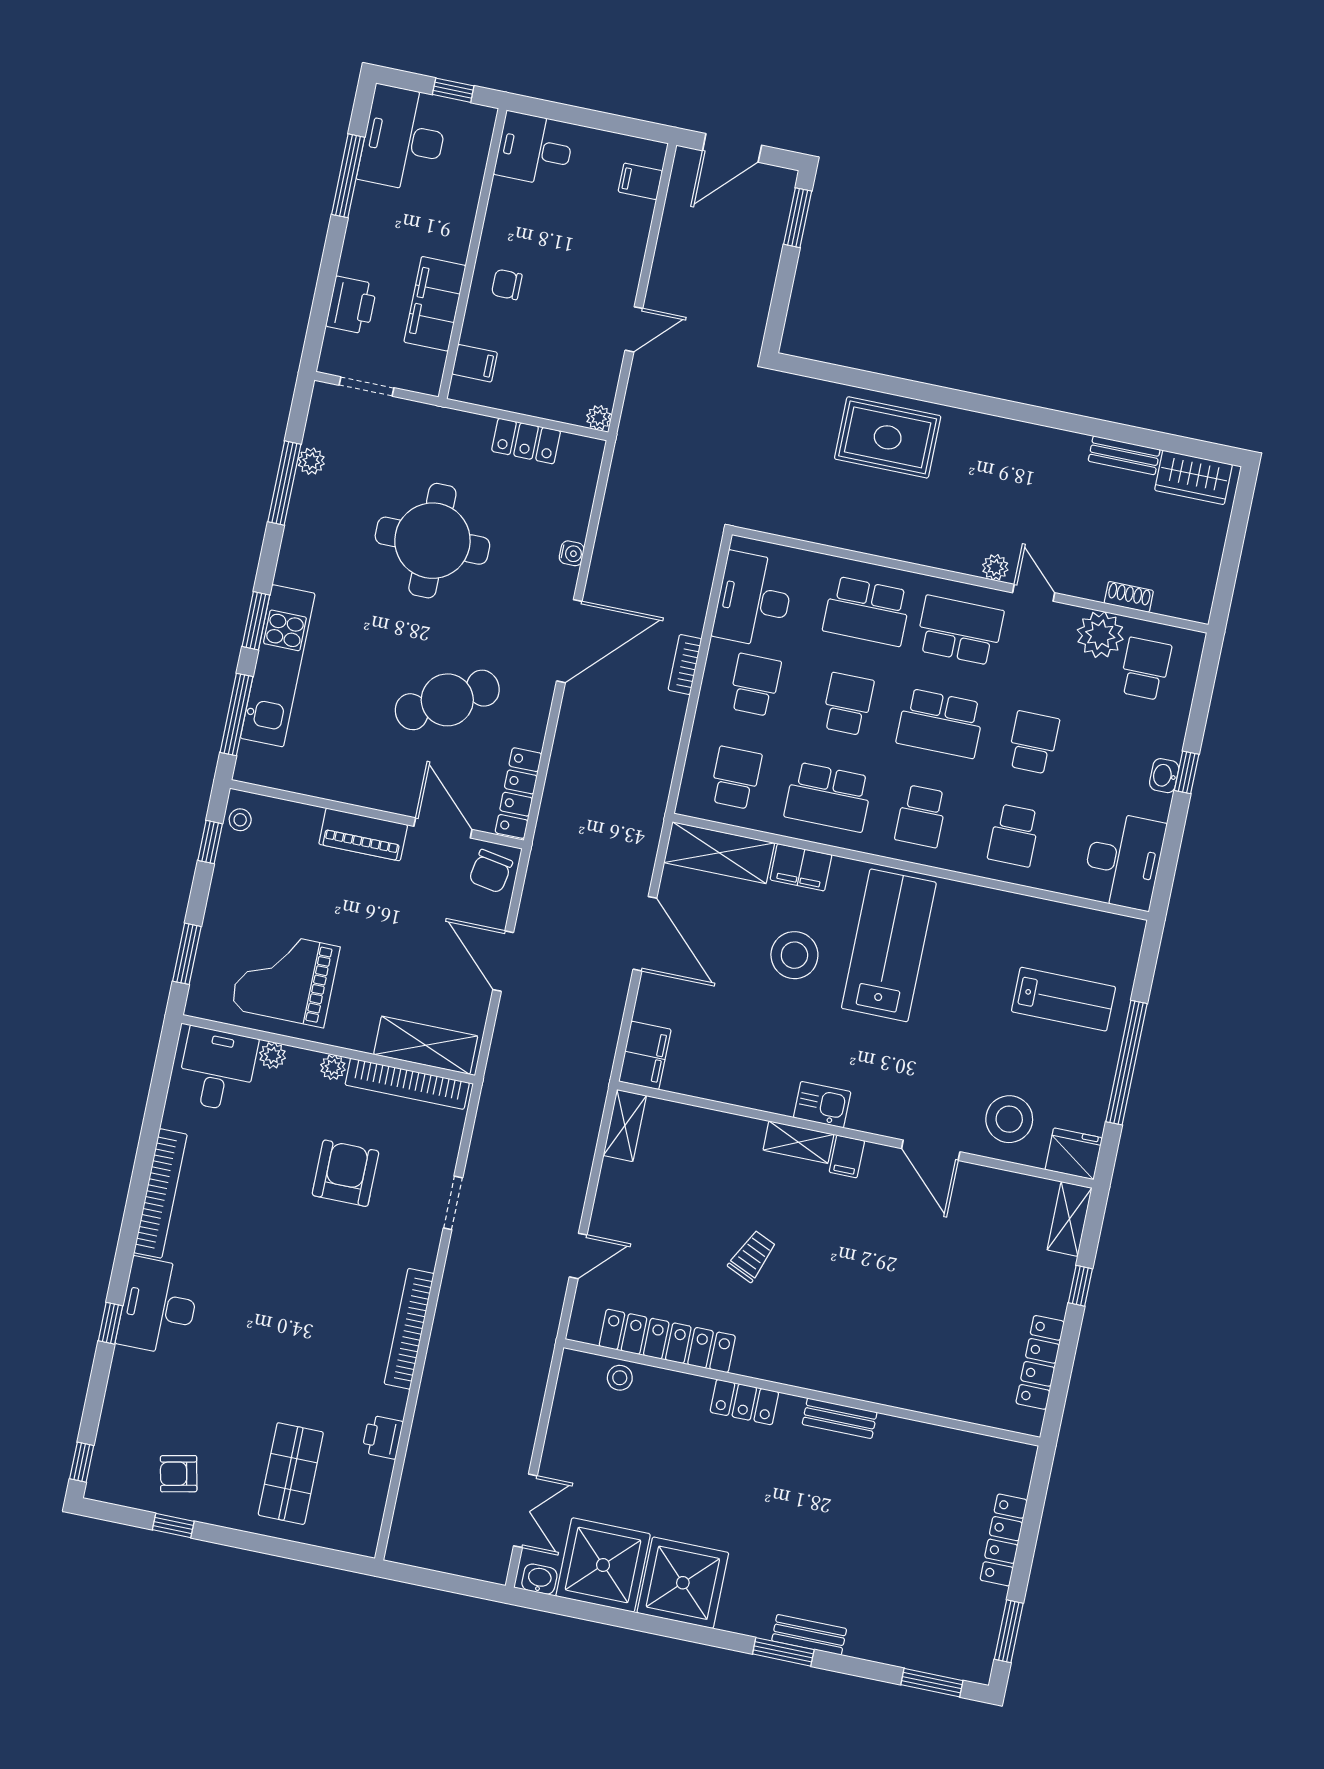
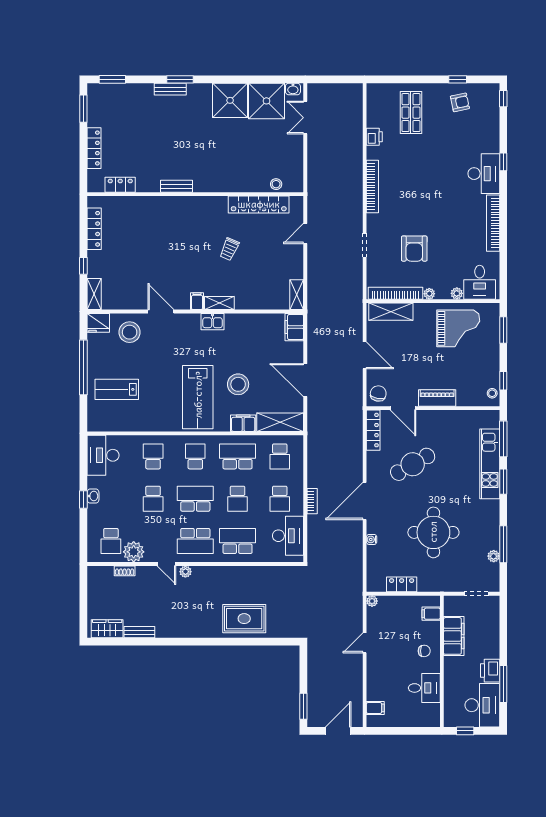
desk: (535, 149) -> (424, 688), moved
printer: (352, 305) -> (490, 671), moved
locker: (744, 1402) -> (120, 185), moved

